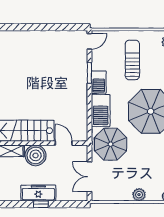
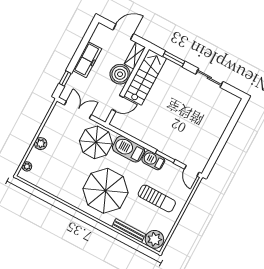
window: (41, 204) -> (65, 78), moved

